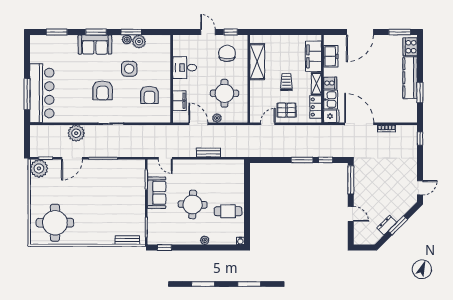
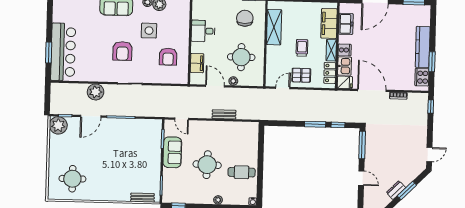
cooker: (410, 47) -> (422, 77), moved
window: (27, 94) -> (49, 52), width x0.69
round table: (55, 223) -> (72, 179), width x0.73, depth x0.73

